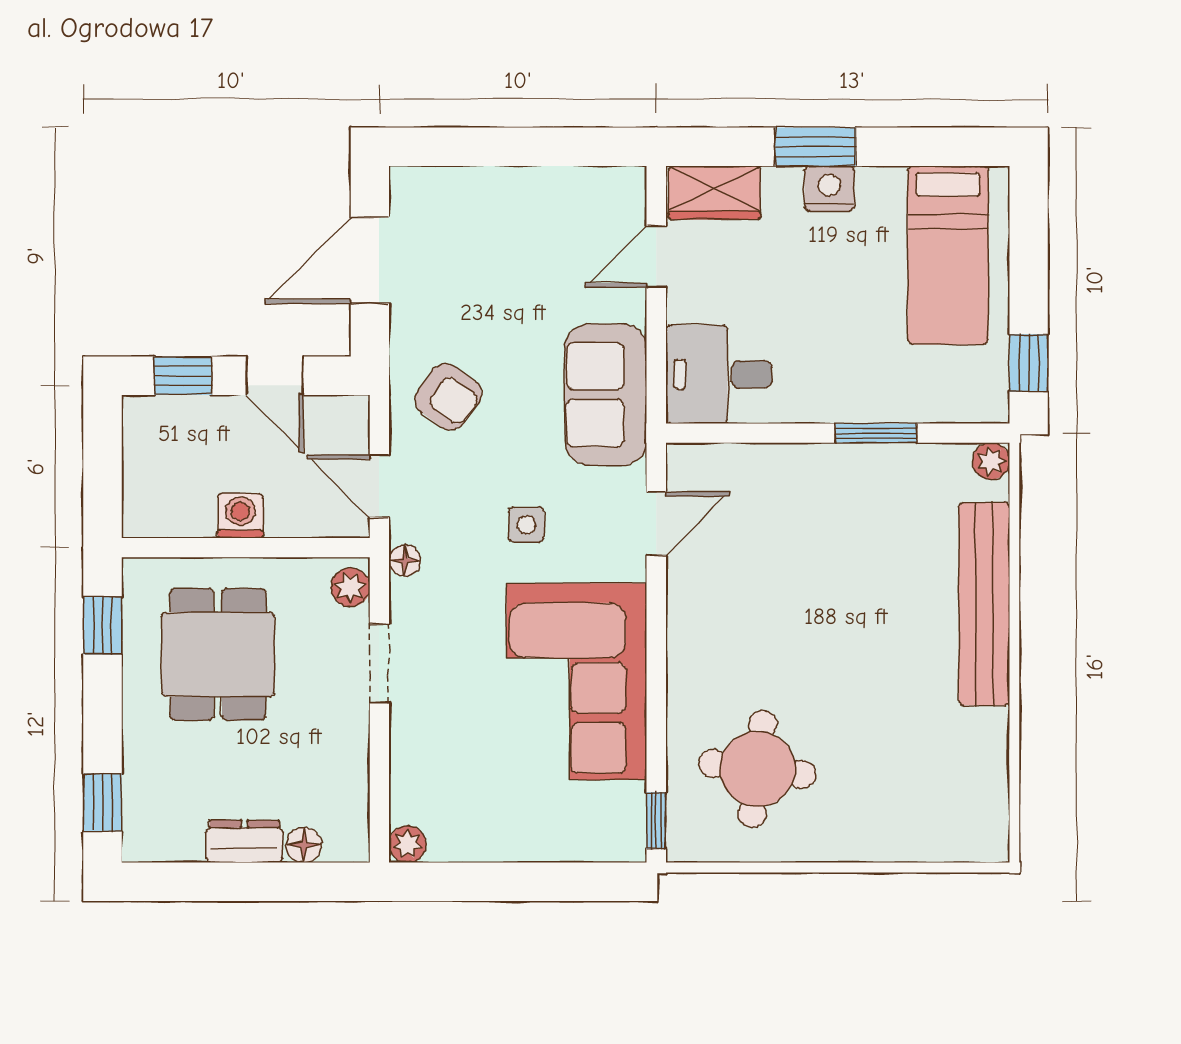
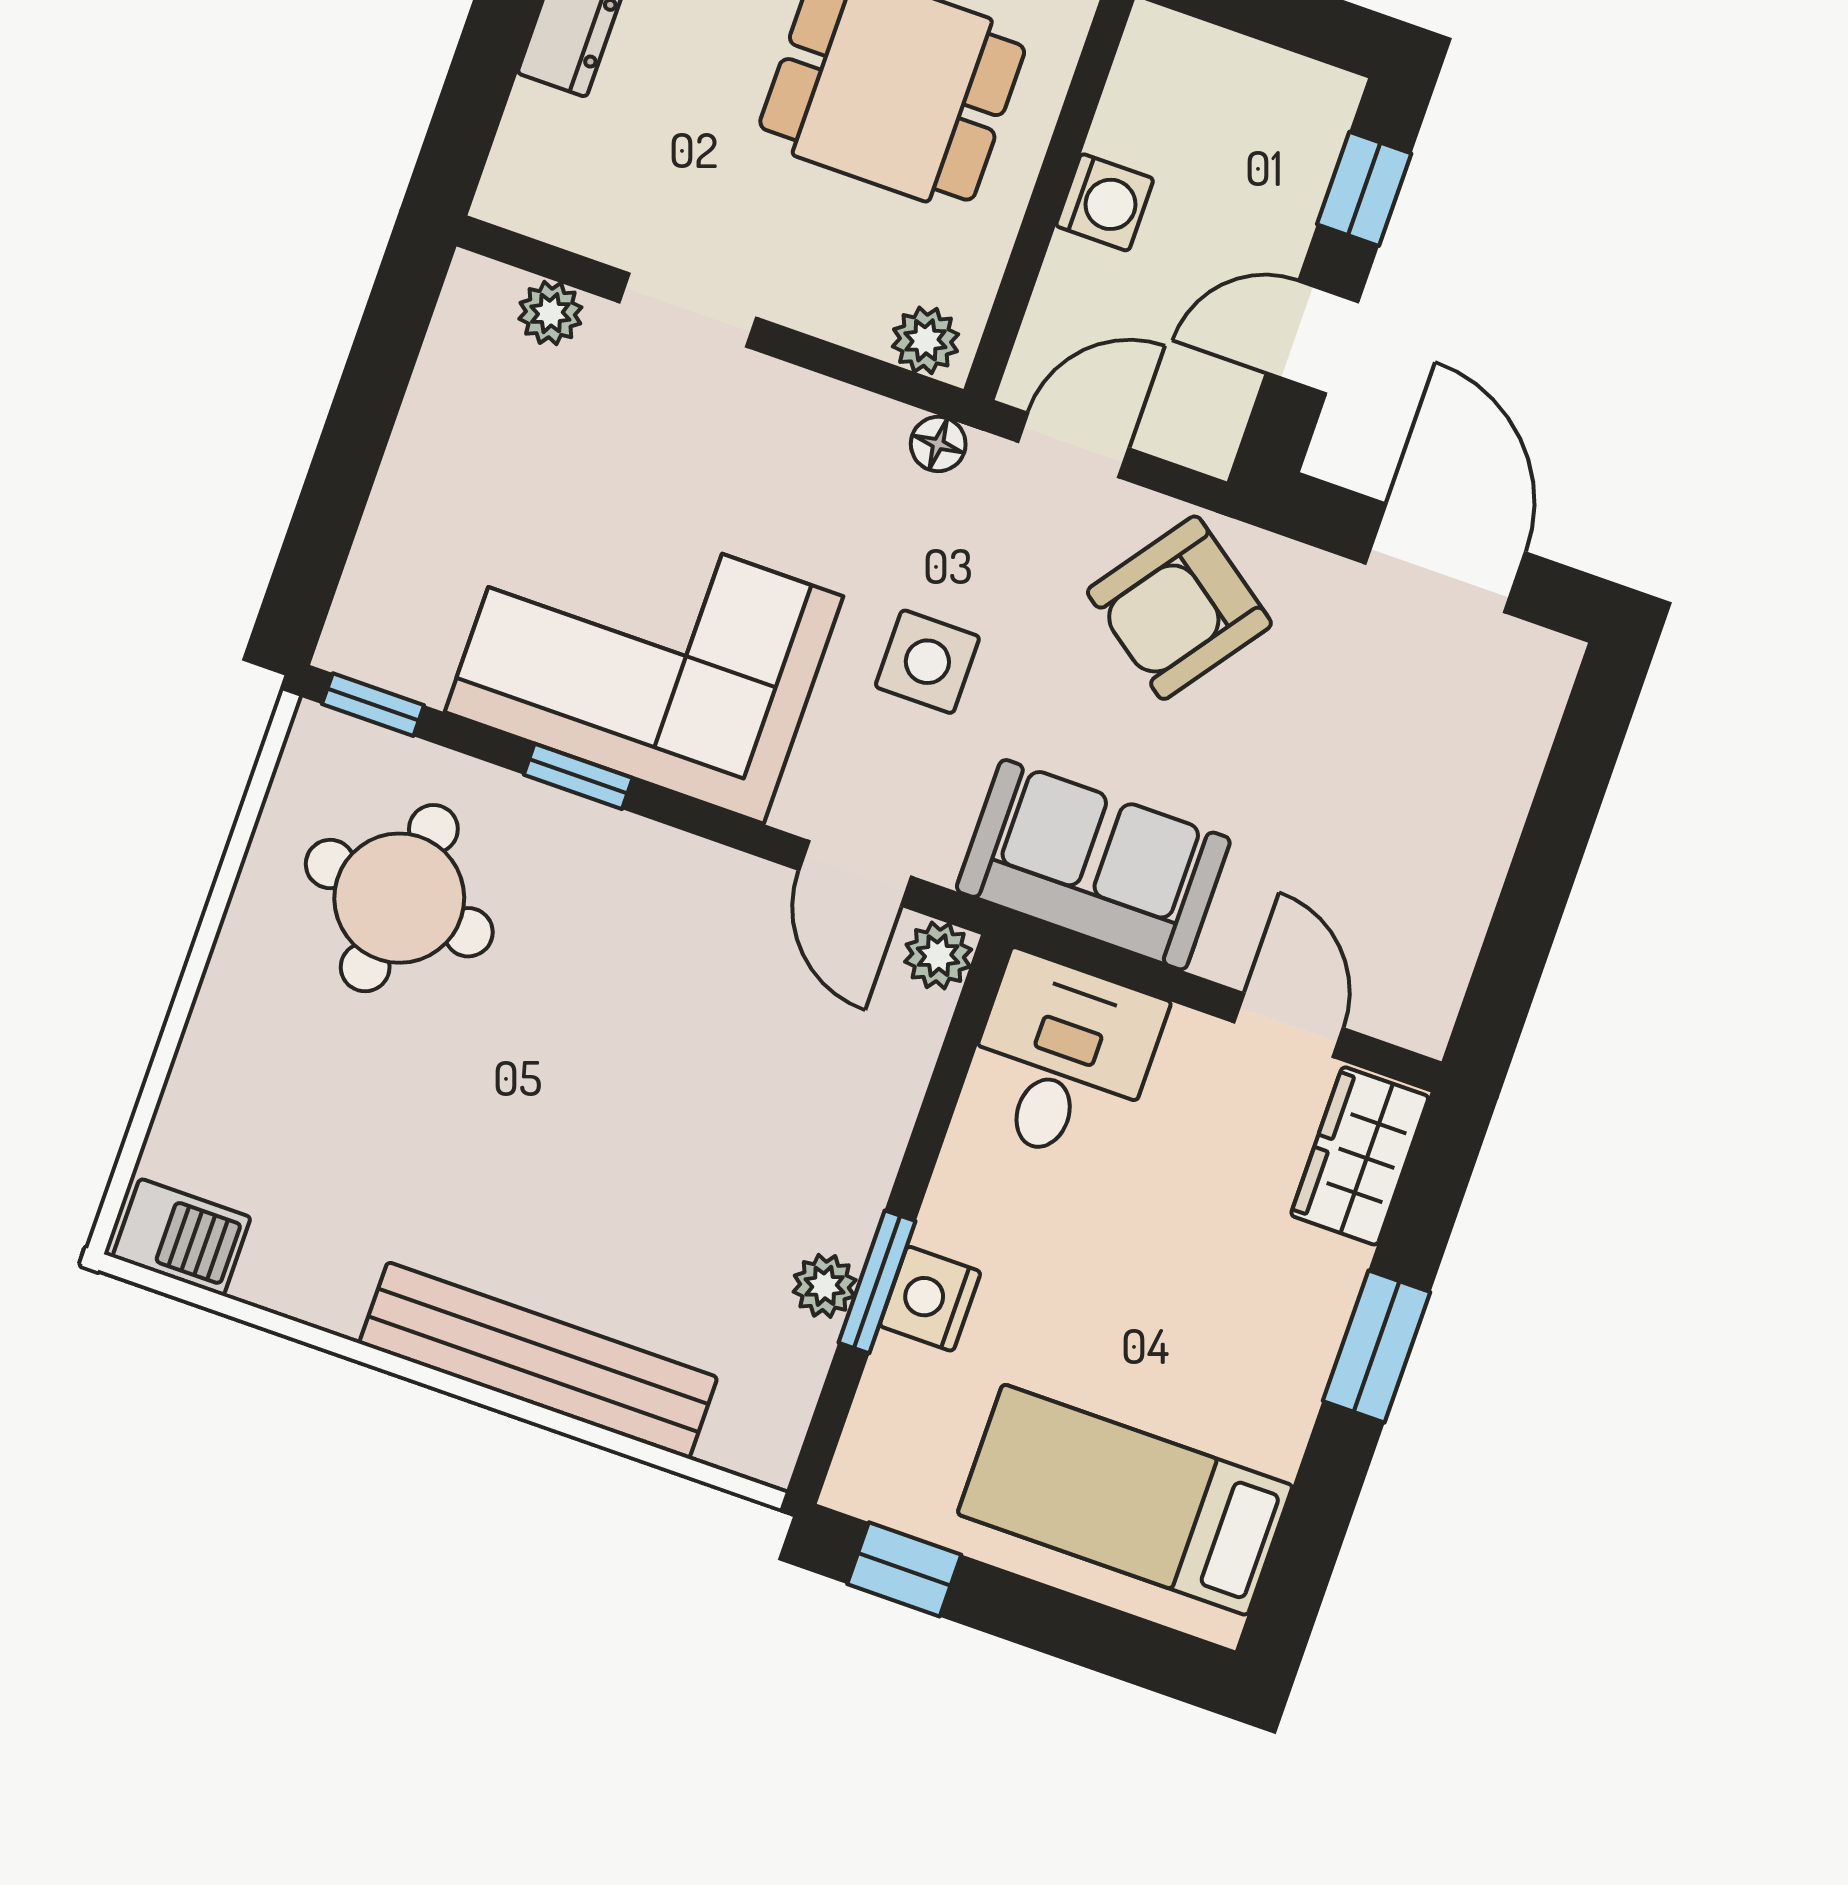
nightstand: (829, 189) -> (930, 1299), moved, turned 180
armchair: (448, 397) -> (1179, 608), width x1.38, depth x1.38
plant: (991, 461) -> (825, 1286), moved
plant: (685, 462) -> (938, 956), added
side table: (526, 525) -> (927, 662), width x1.37, depth x1.37
doorway: (379, 664) -> (688, 310), moved
window: (656, 694) -> (578, 776), added
barbecue: (985, 823) -> (182, 1237), added
plant: (408, 844) -> (550, 313), moved
floor lamp: (304, 845) -> (534, 118), removed

